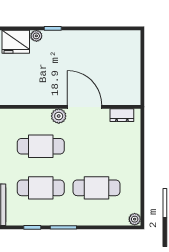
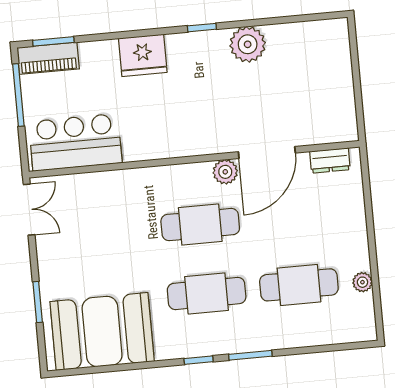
plant: (36, 36) -> (248, 44), moved, width x1.87, depth x1.87
door: (85, 107) -> (267, 152), swing flipped
plant: (135, 219) -> (362, 282), moved

